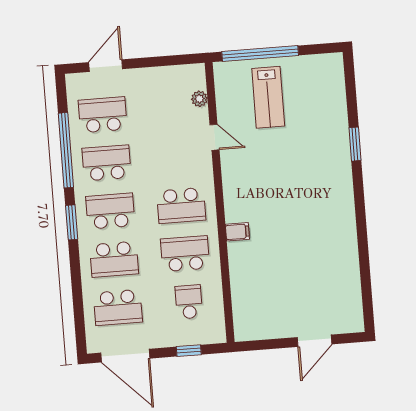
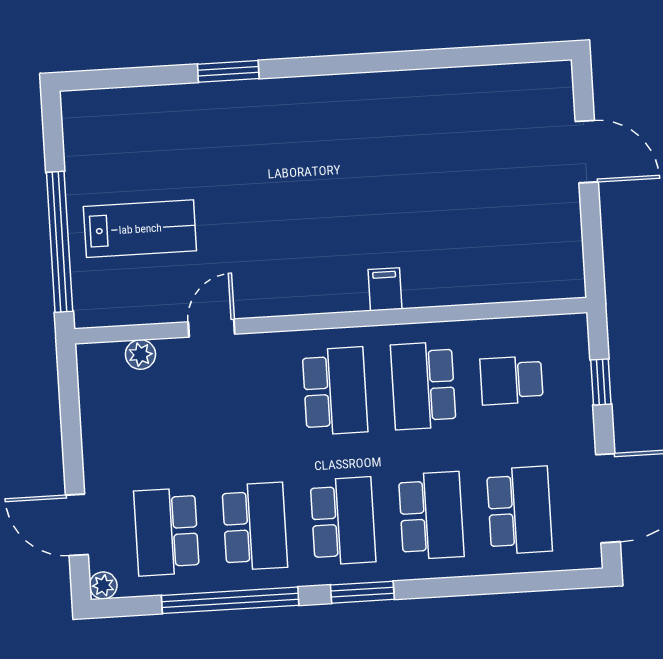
plant: (73, 81) -> (103, 585), added
school desk: (106, 163) -> (255, 526), turned 180
school desk: (110, 211) -> (343, 521), turned 180

